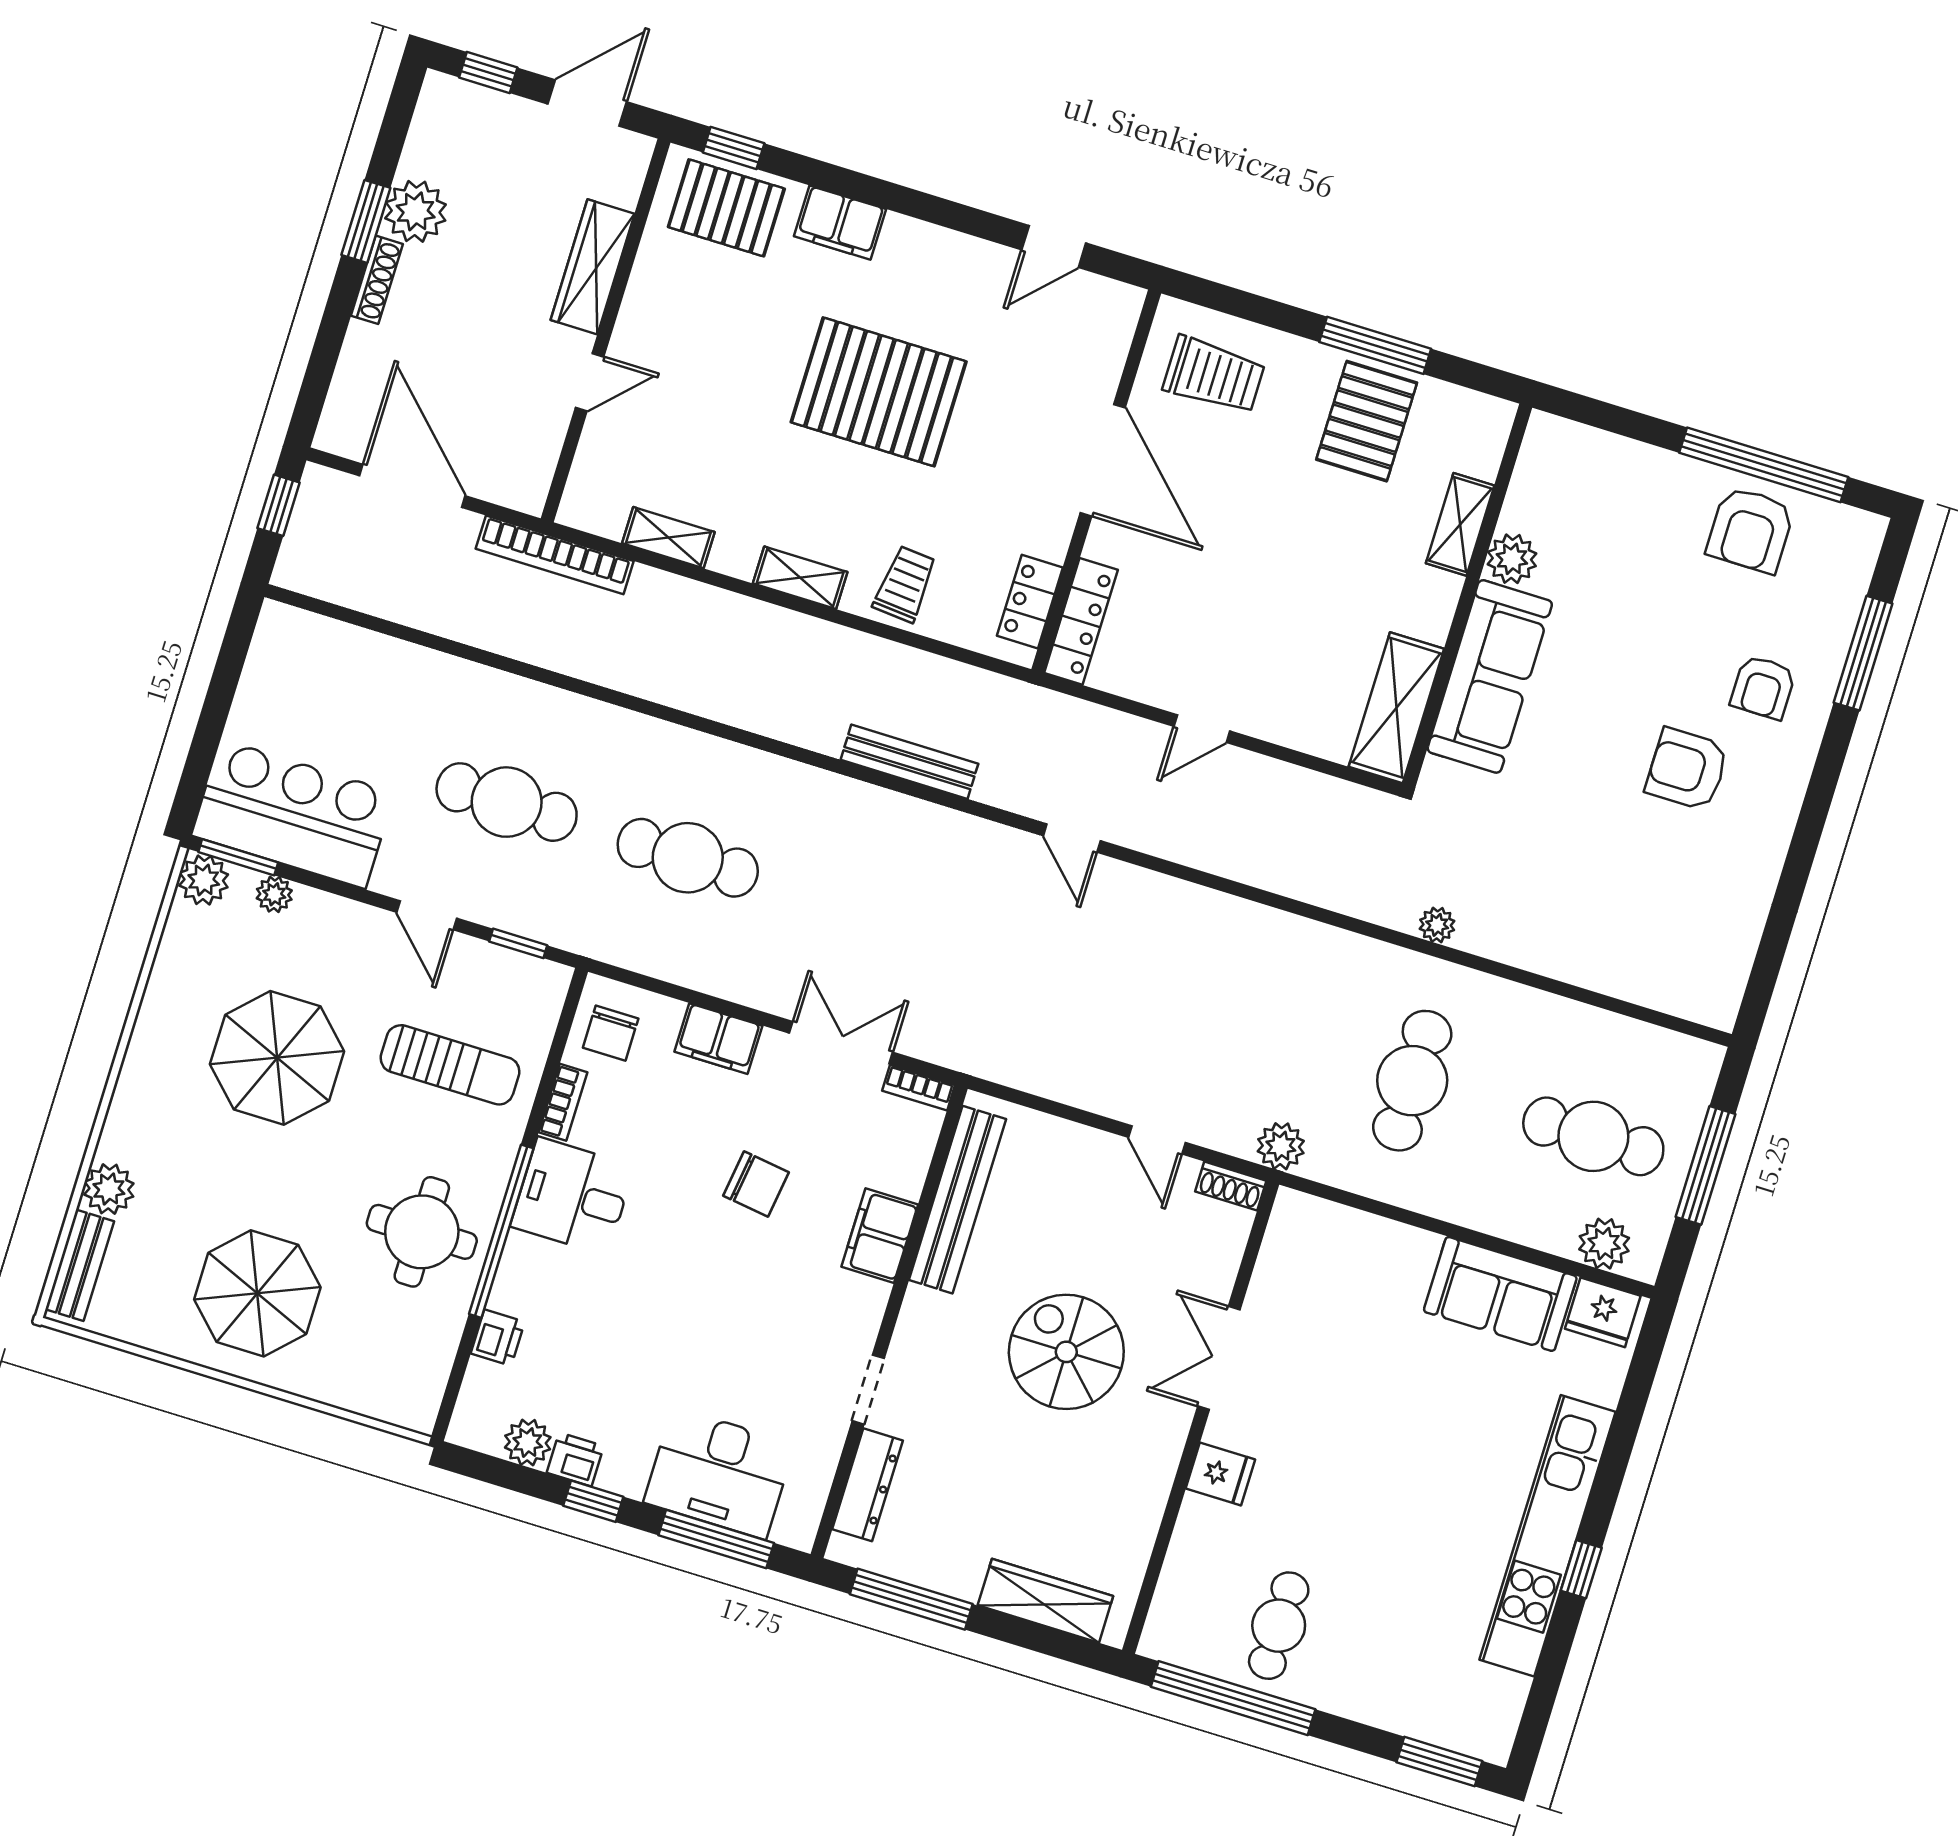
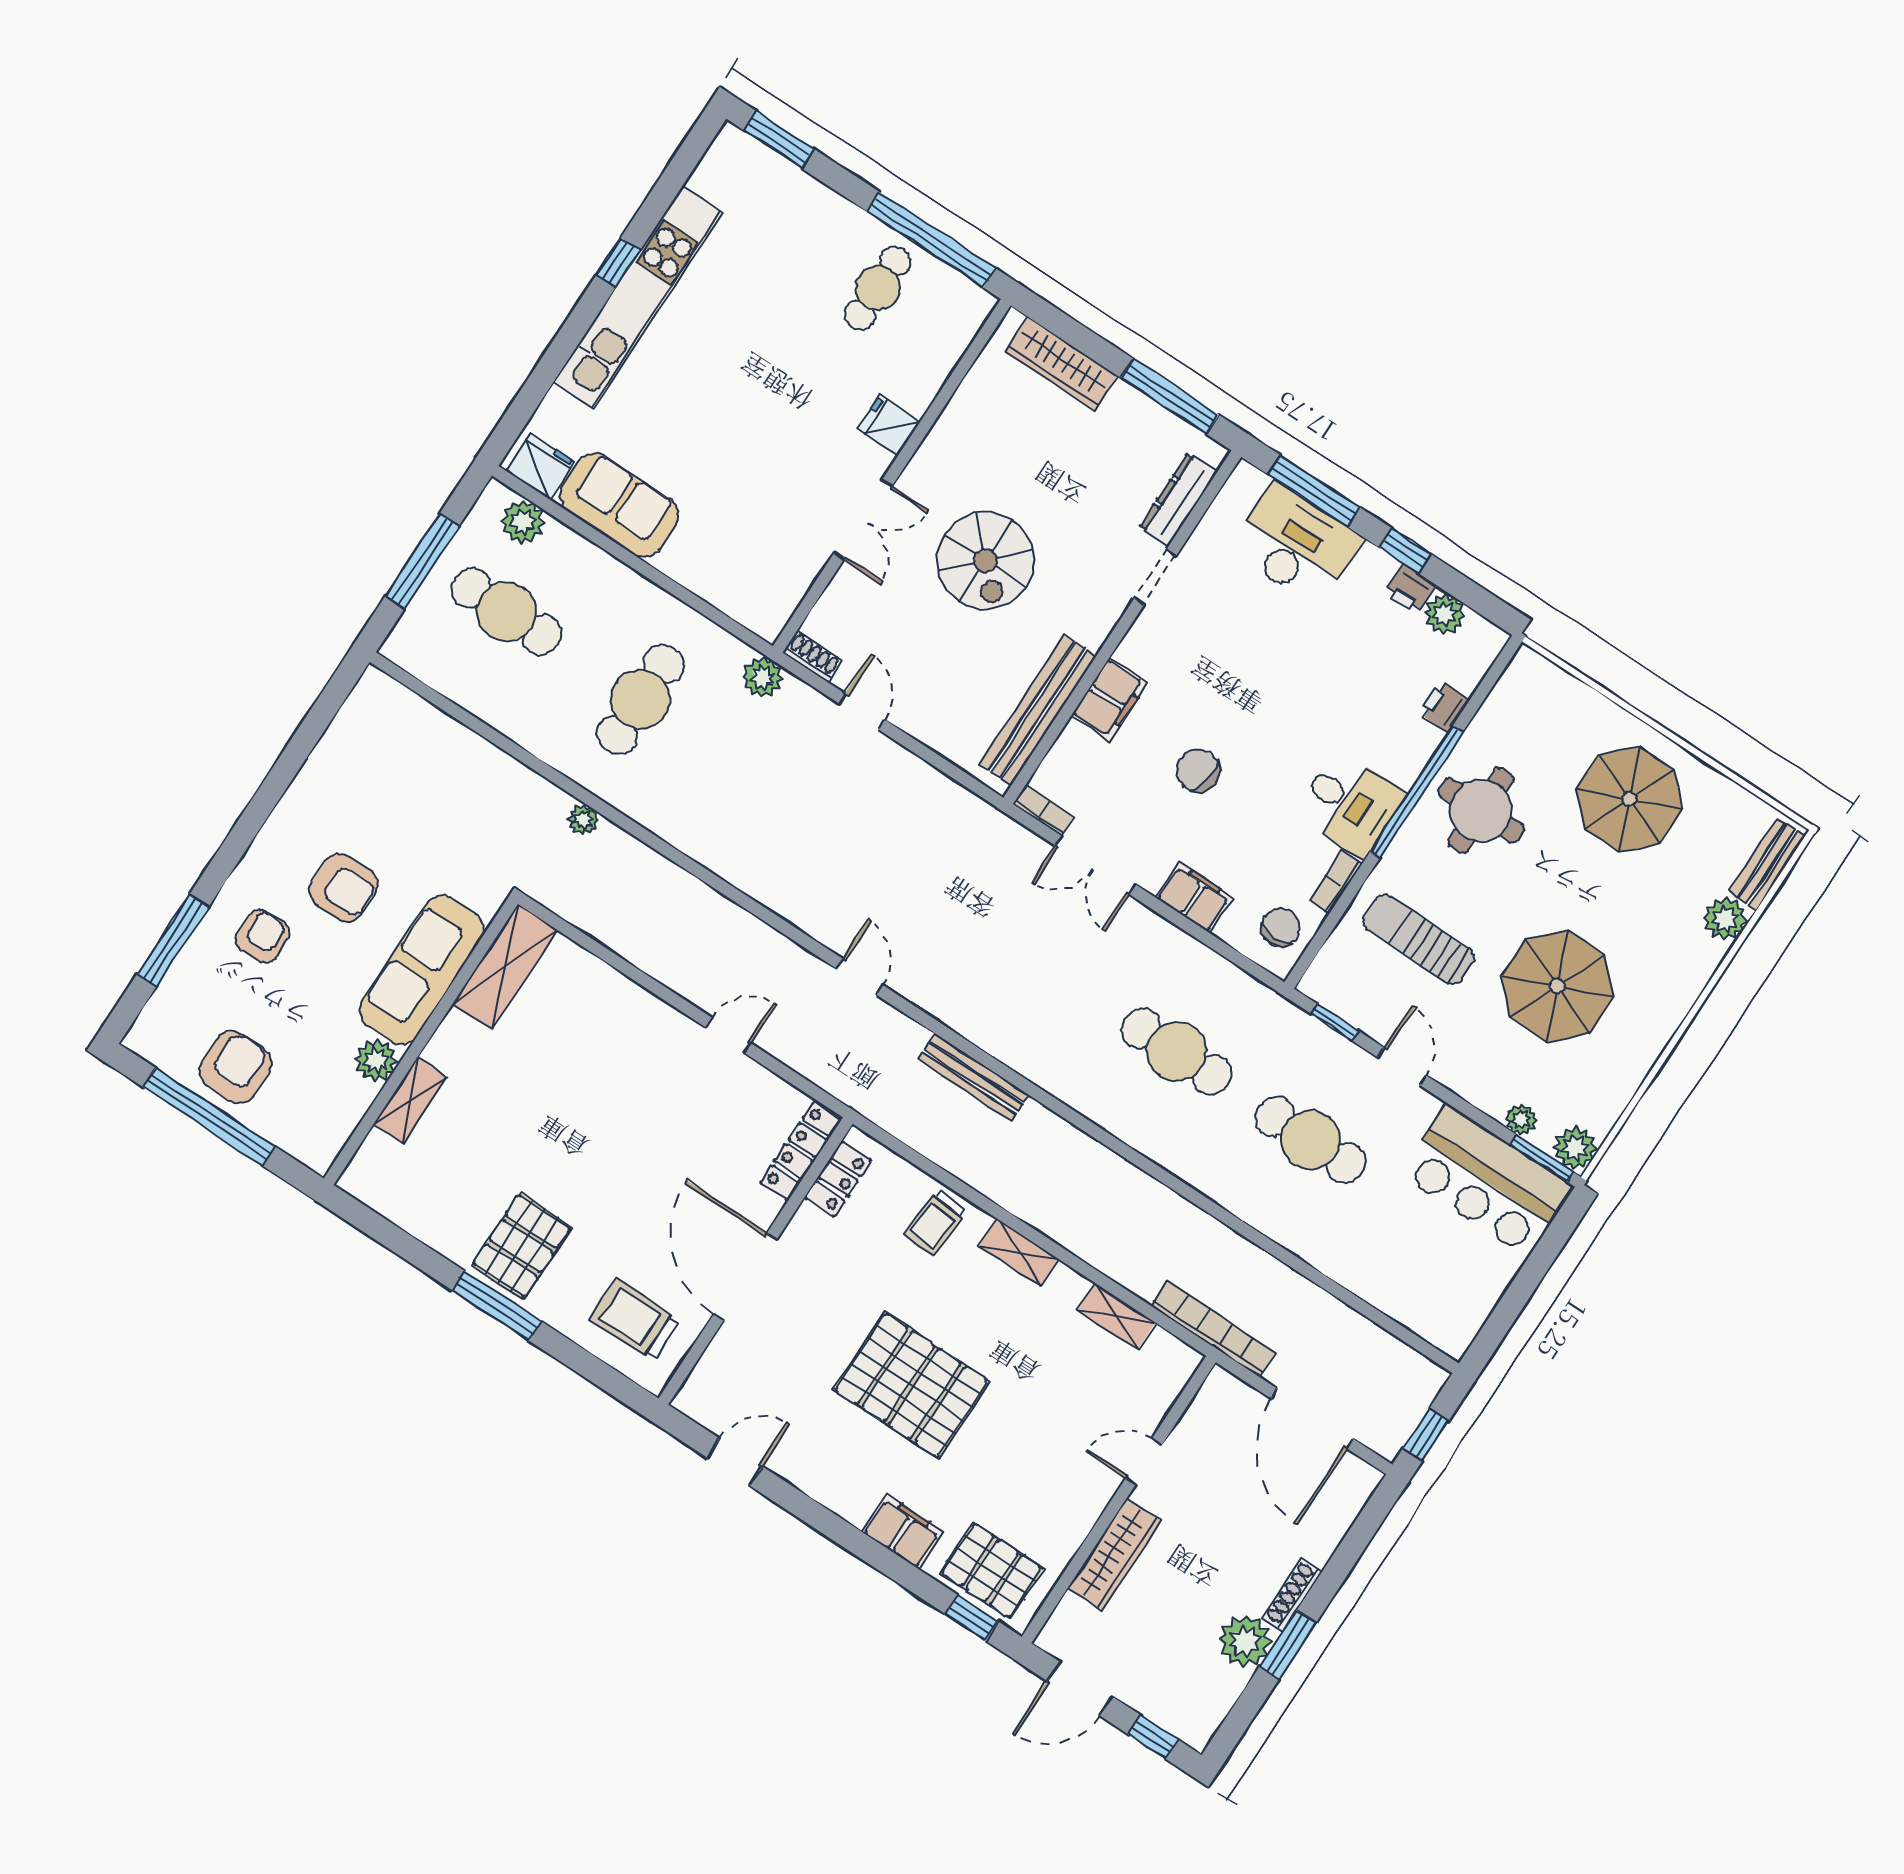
shelving: (1460, 524) -> (410, 1101), moved
plant: (1512, 559) -> (376, 1061), moved
wall: (1467, 596) -> (421, 1041), moved
sofa: (1490, 676) -> (422, 970), moved
shelving: (1396, 708) -> (505, 967), moved

